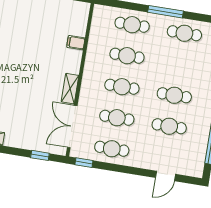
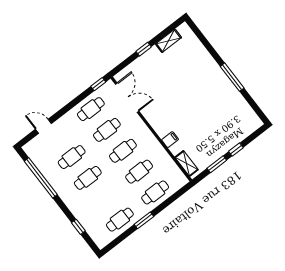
window: (165, 12) -> (144, 220), width x0.69
filing cabinet: (76, 43) -> (170, 140), moved
shelving: (70, 89) -> (187, 163), moved
window: (40, 155) -> (144, 49), moved
door: (165, 176) -> (43, 126), hinge flipped

